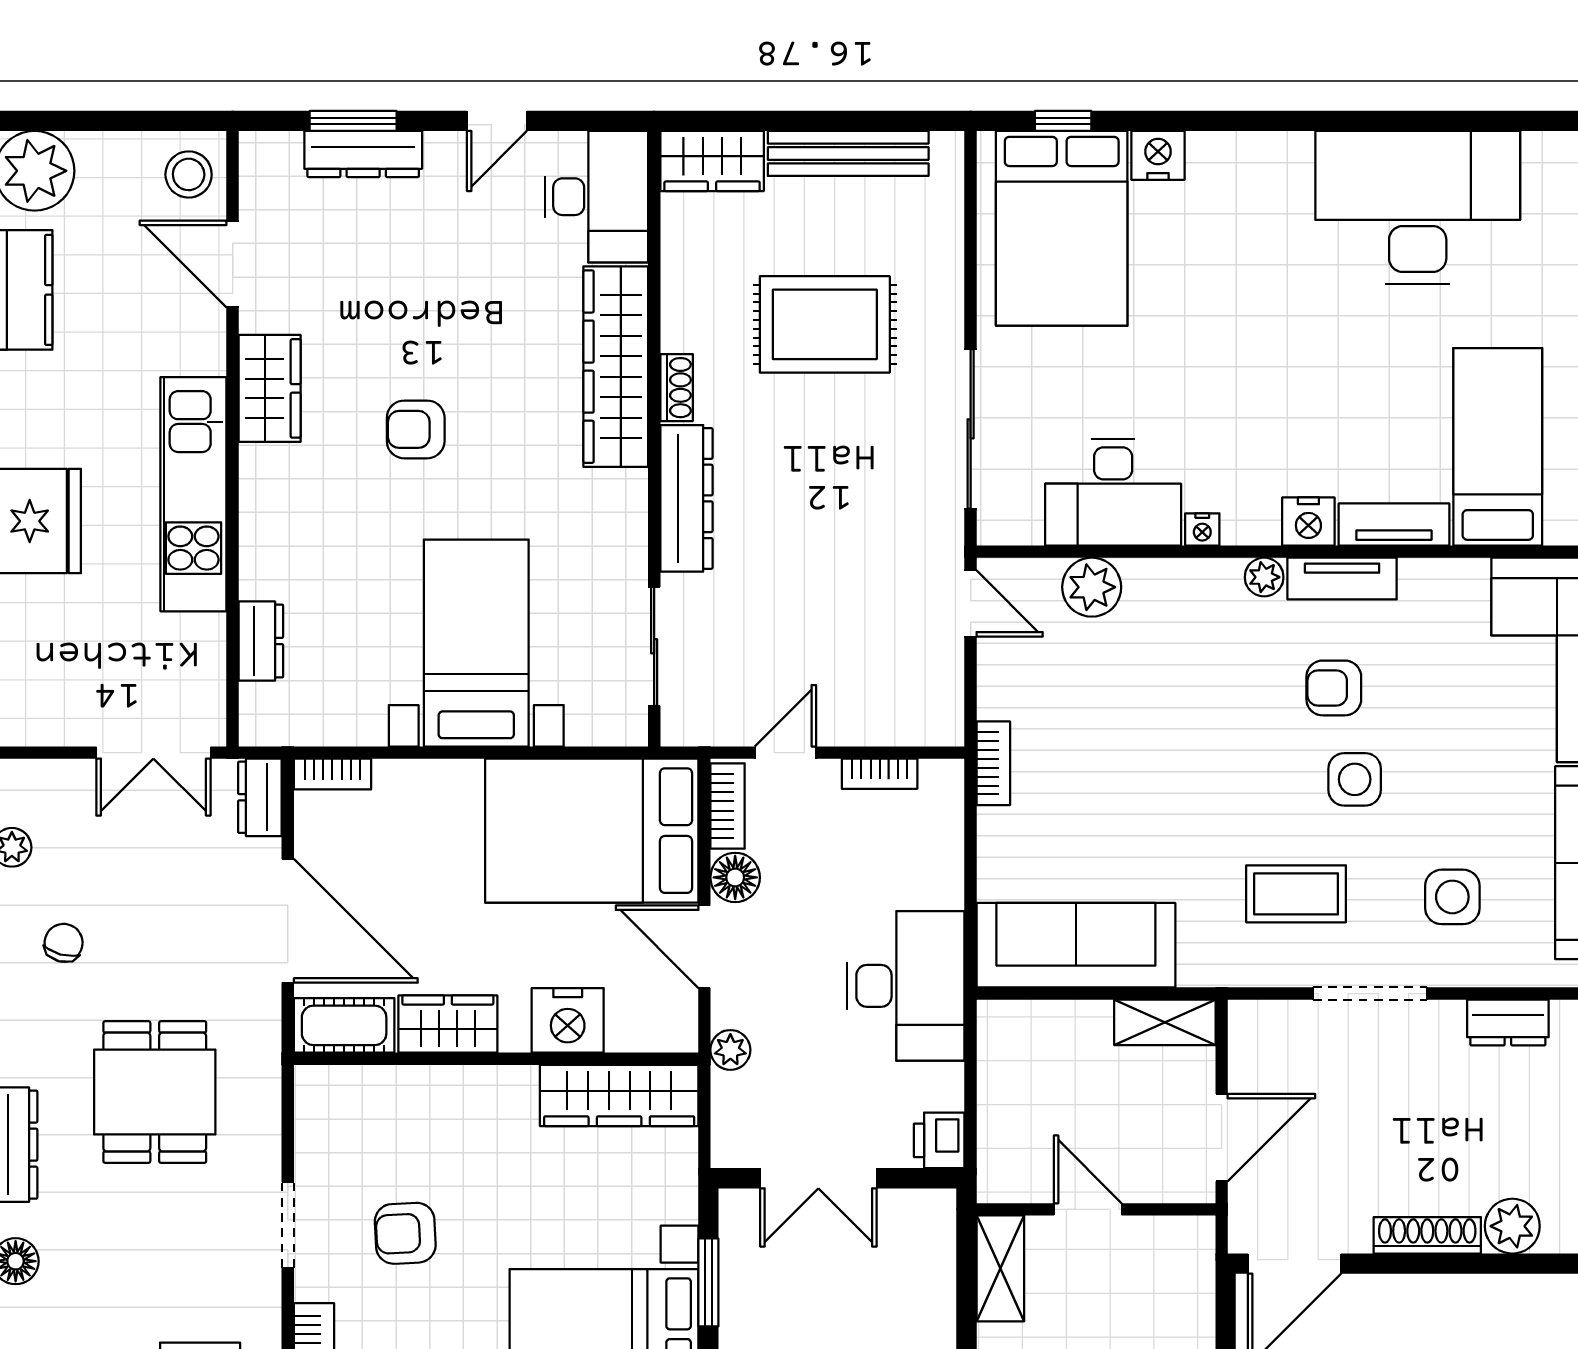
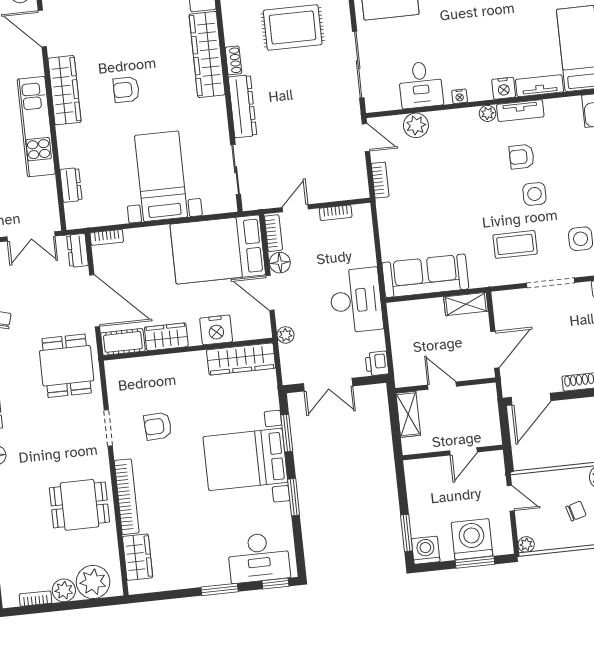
wardrobe: (270, 388) -> (64, 90), width x1.50
desk: (1113, 492) -> (421, 85), width x0.73
bookcase: (993, 763) -> (380, 180), moved
dining table: (155, 1092) -> (67, 366), moved

